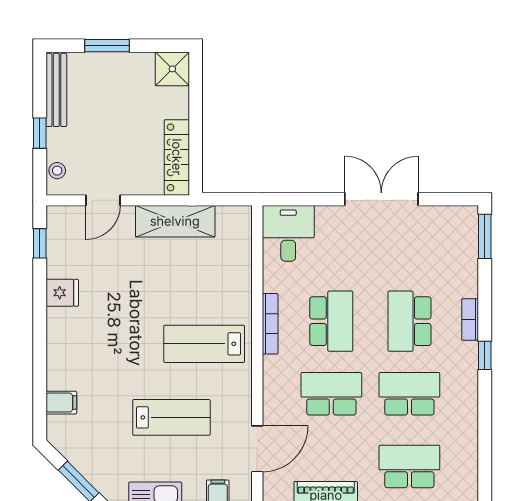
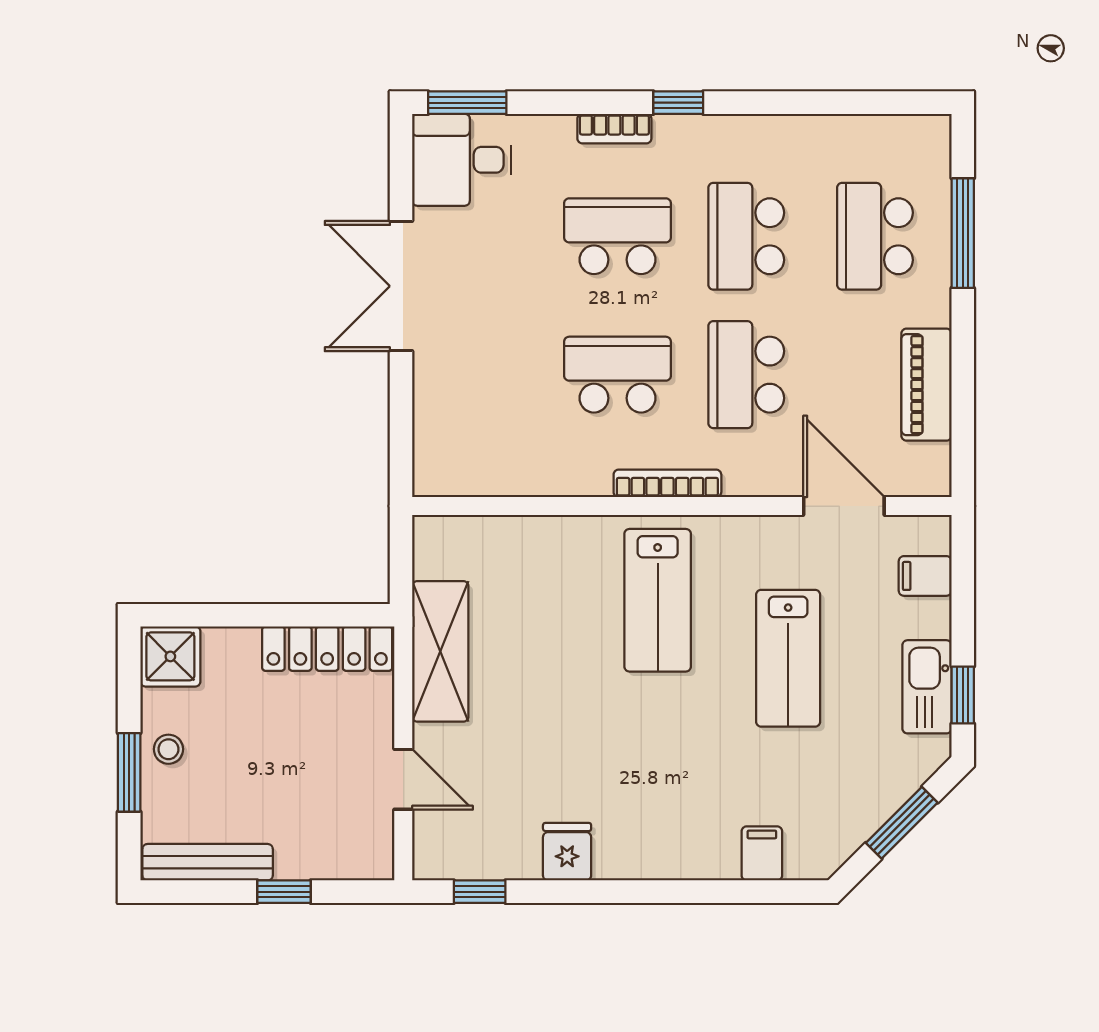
stool: (57, 171) -> (168, 749), moved
desk: (288, 233) -> (462, 160), moved
school desk: (409, 321) -> (617, 236), turned 180
bookcase: (270, 324) -> (667, 483), moved
lab bench: (171, 417) -> (788, 658), turned 180

